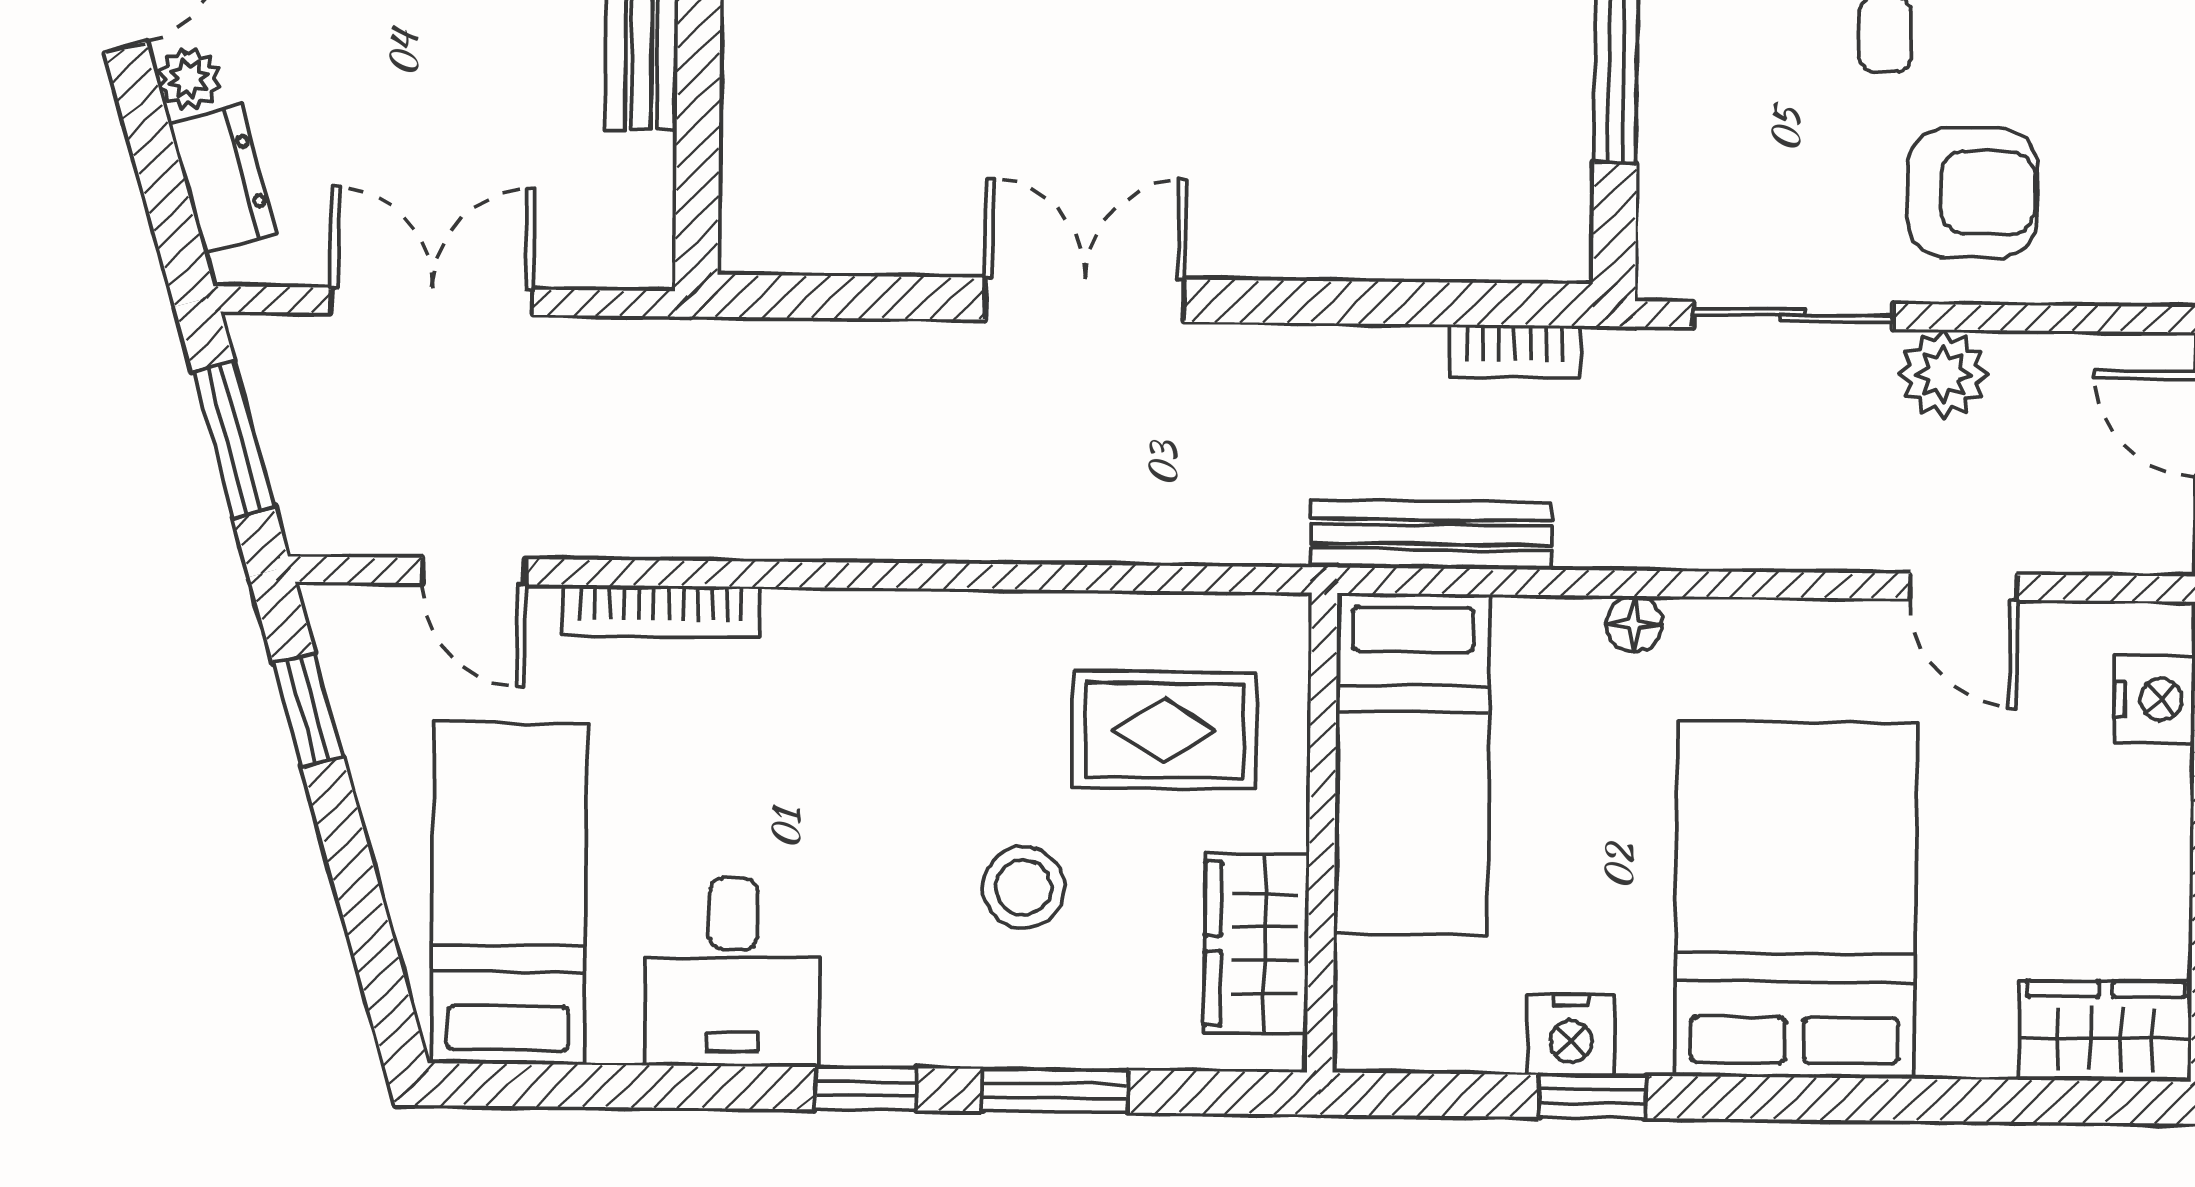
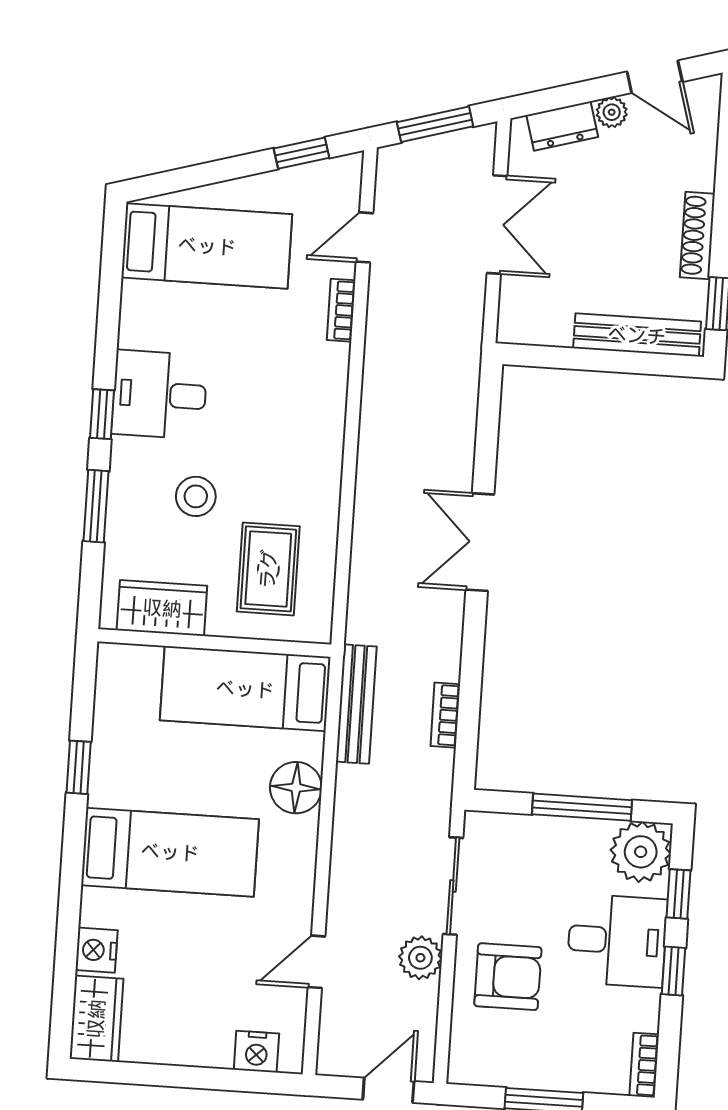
armchair: (1972, 193) -> (508, 977), turned -90
double door: (1085, 300) -> (480, 542), swing flipped
bookcase: (1515, 351) -> (445, 715), moved
bookcase: (661, 611) -> (341, 310), width x0.64
floor lamp: (1634, 624) -> (296, 788), width x1.89, depth x1.89
bed: (1796, 900) -> (170, 852), width x0.67
desk: (733, 972) -> (159, 395), moved
nightstand: (1571, 1035) -> (96, 950), moved

